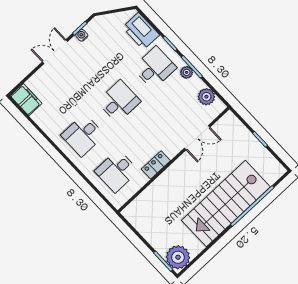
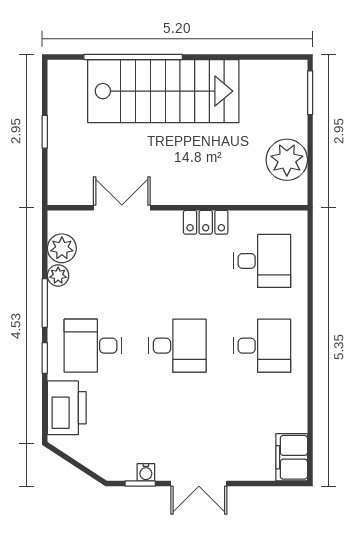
plant: (187, 72) -> (58, 275), moved
desk: (119, 101) -> (177, 346), turned 180
plant: (178, 257) -> (287, 160), moved

